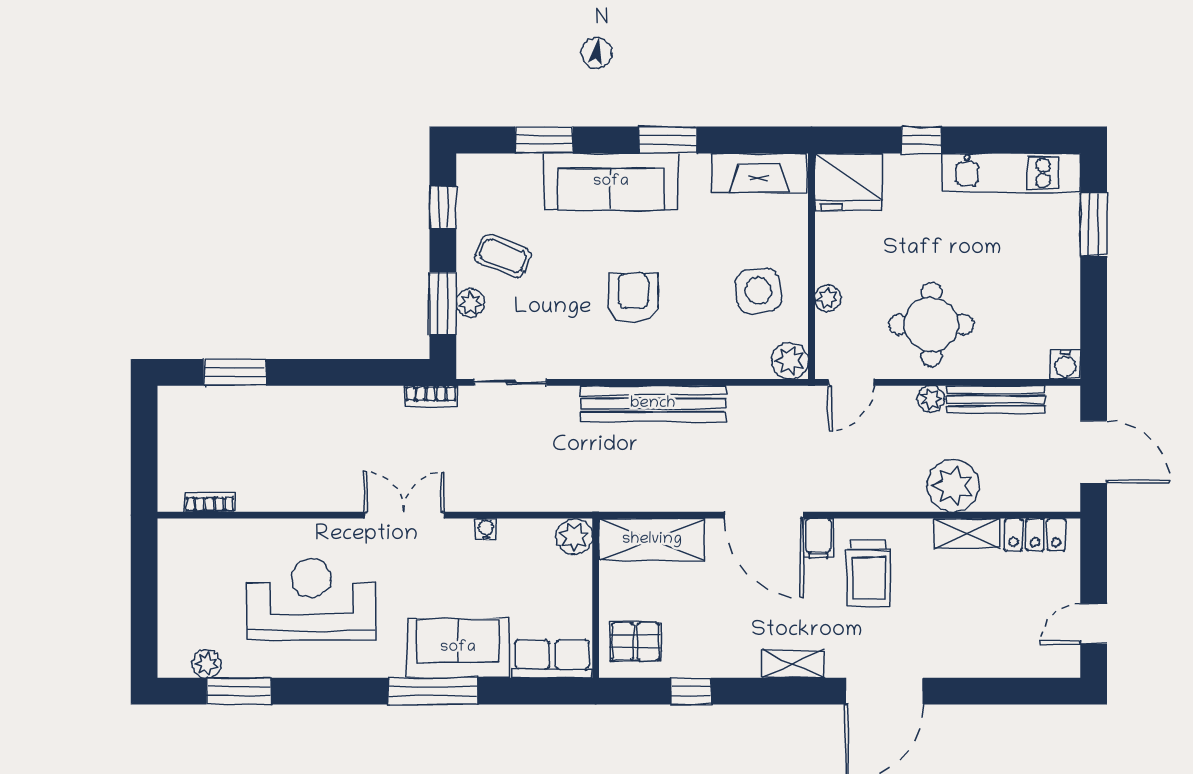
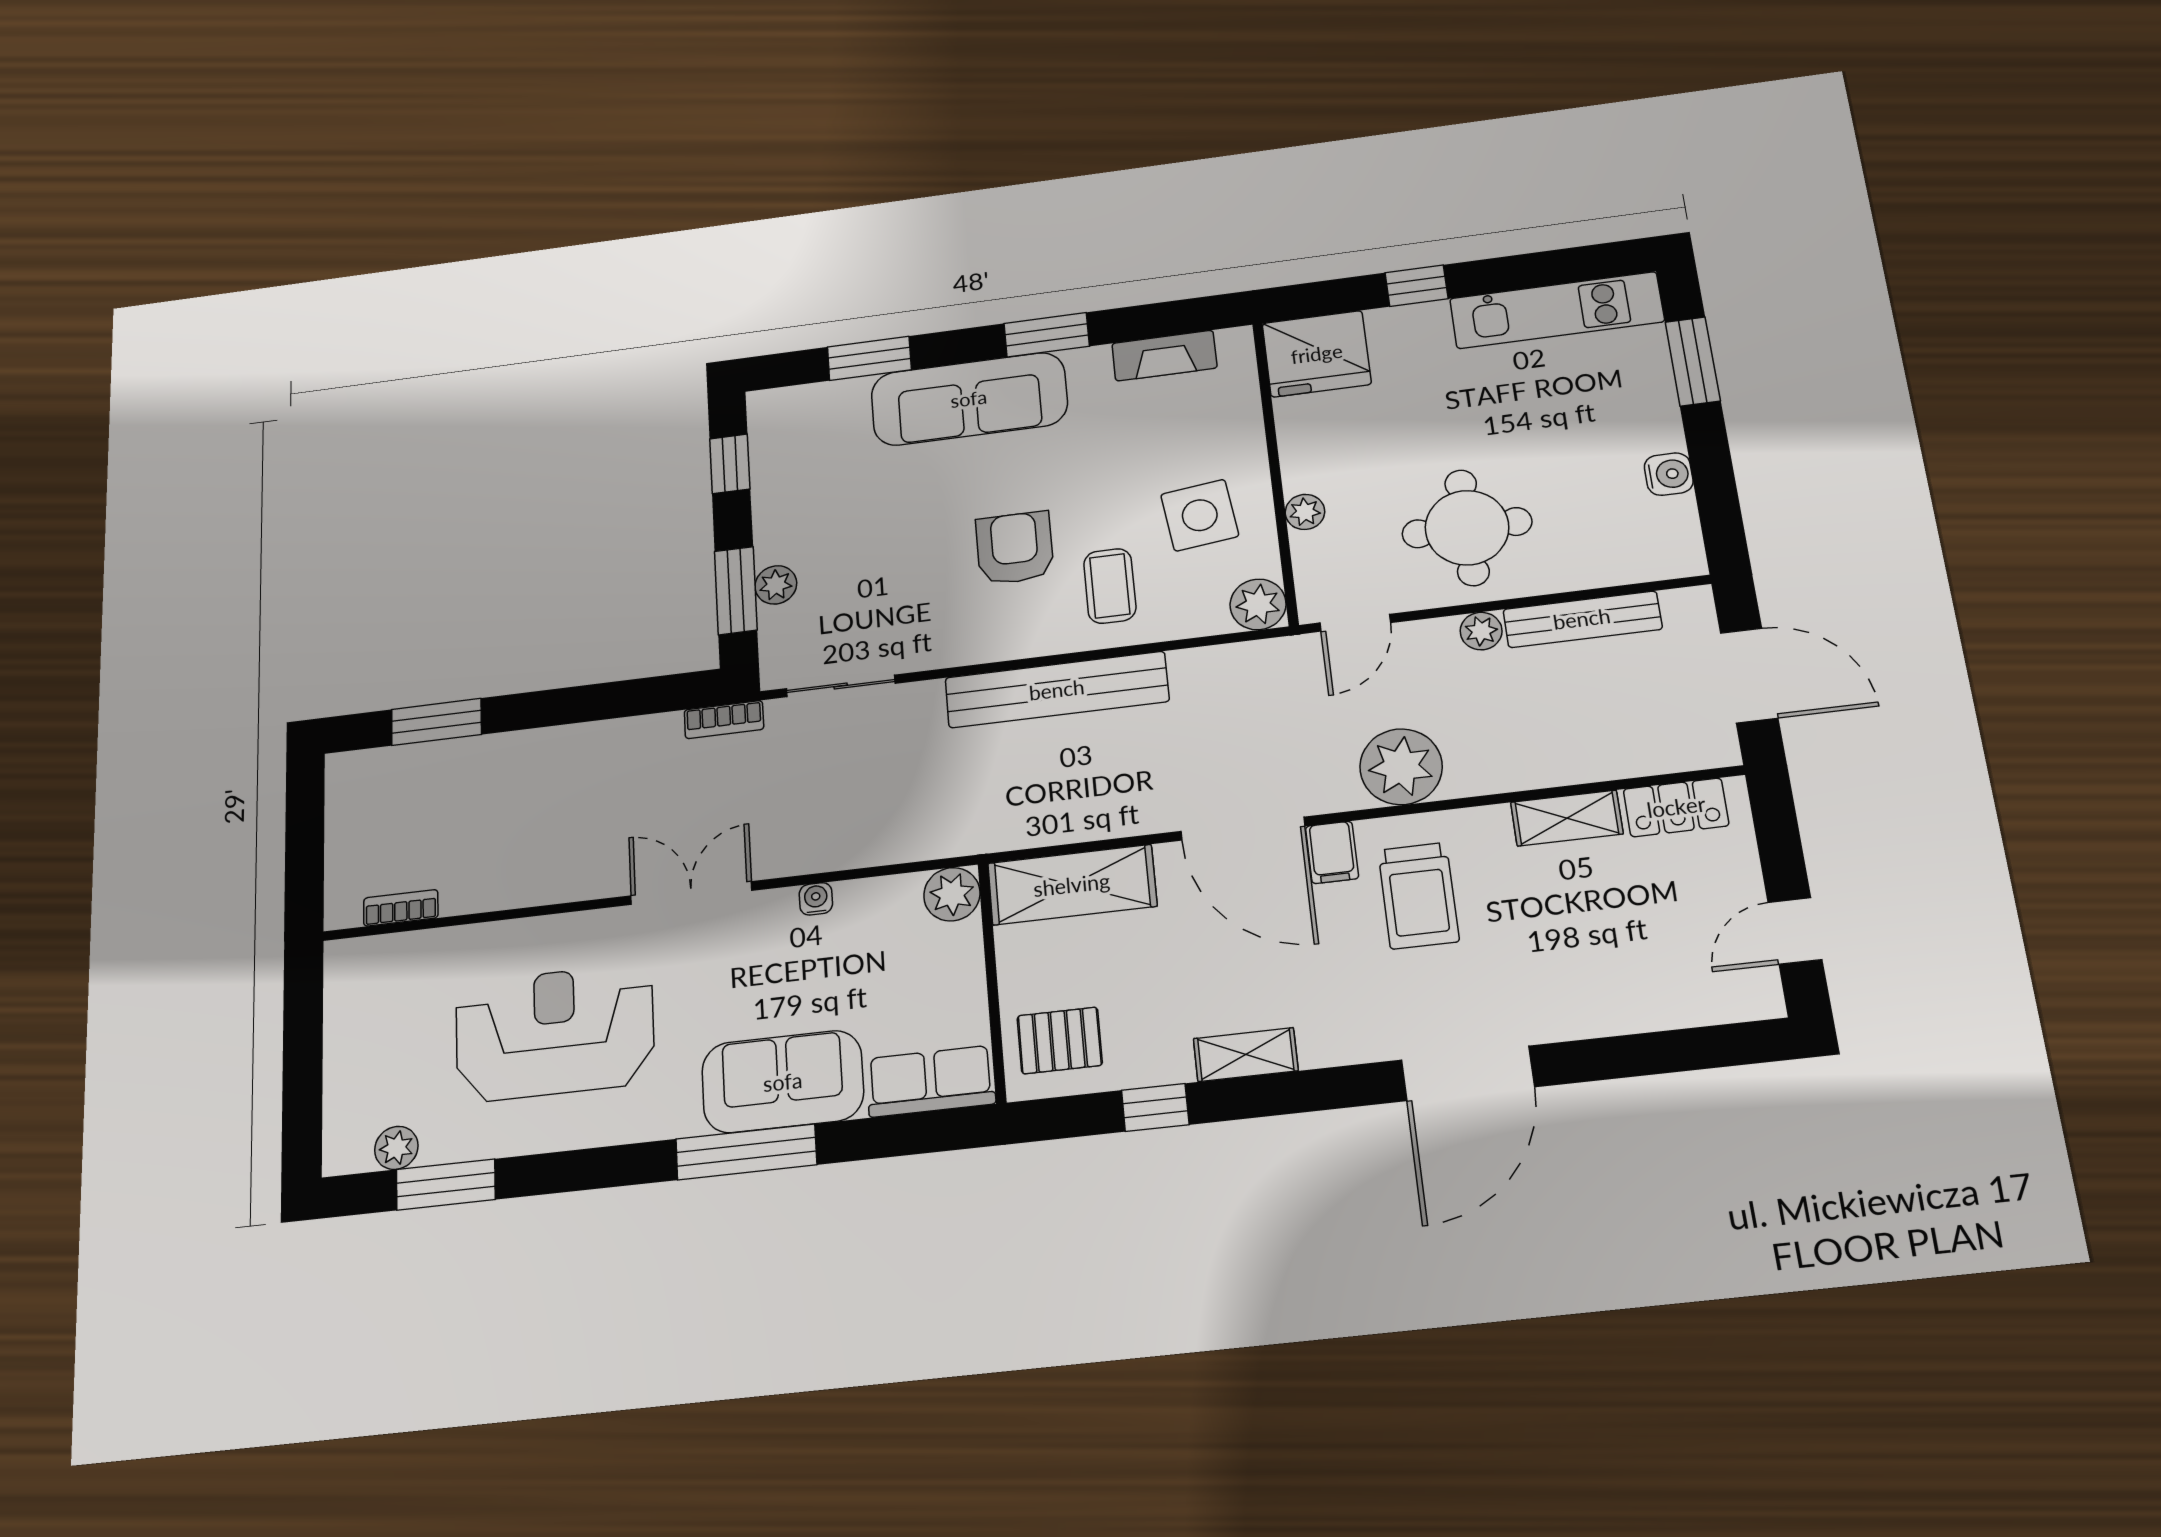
fireplace: (759, 173) -> (1164, 356), width x0.73, depth x0.76
coffee table: (503, 256) -> (1110, 586), moved, turned 69
water cooler: (1066, 364) -> (1669, 474), moved, turned -90
plant: (953, 486) -> (1401, 767), moved
shelving: (793, 664) -> (1246, 1055), moved

